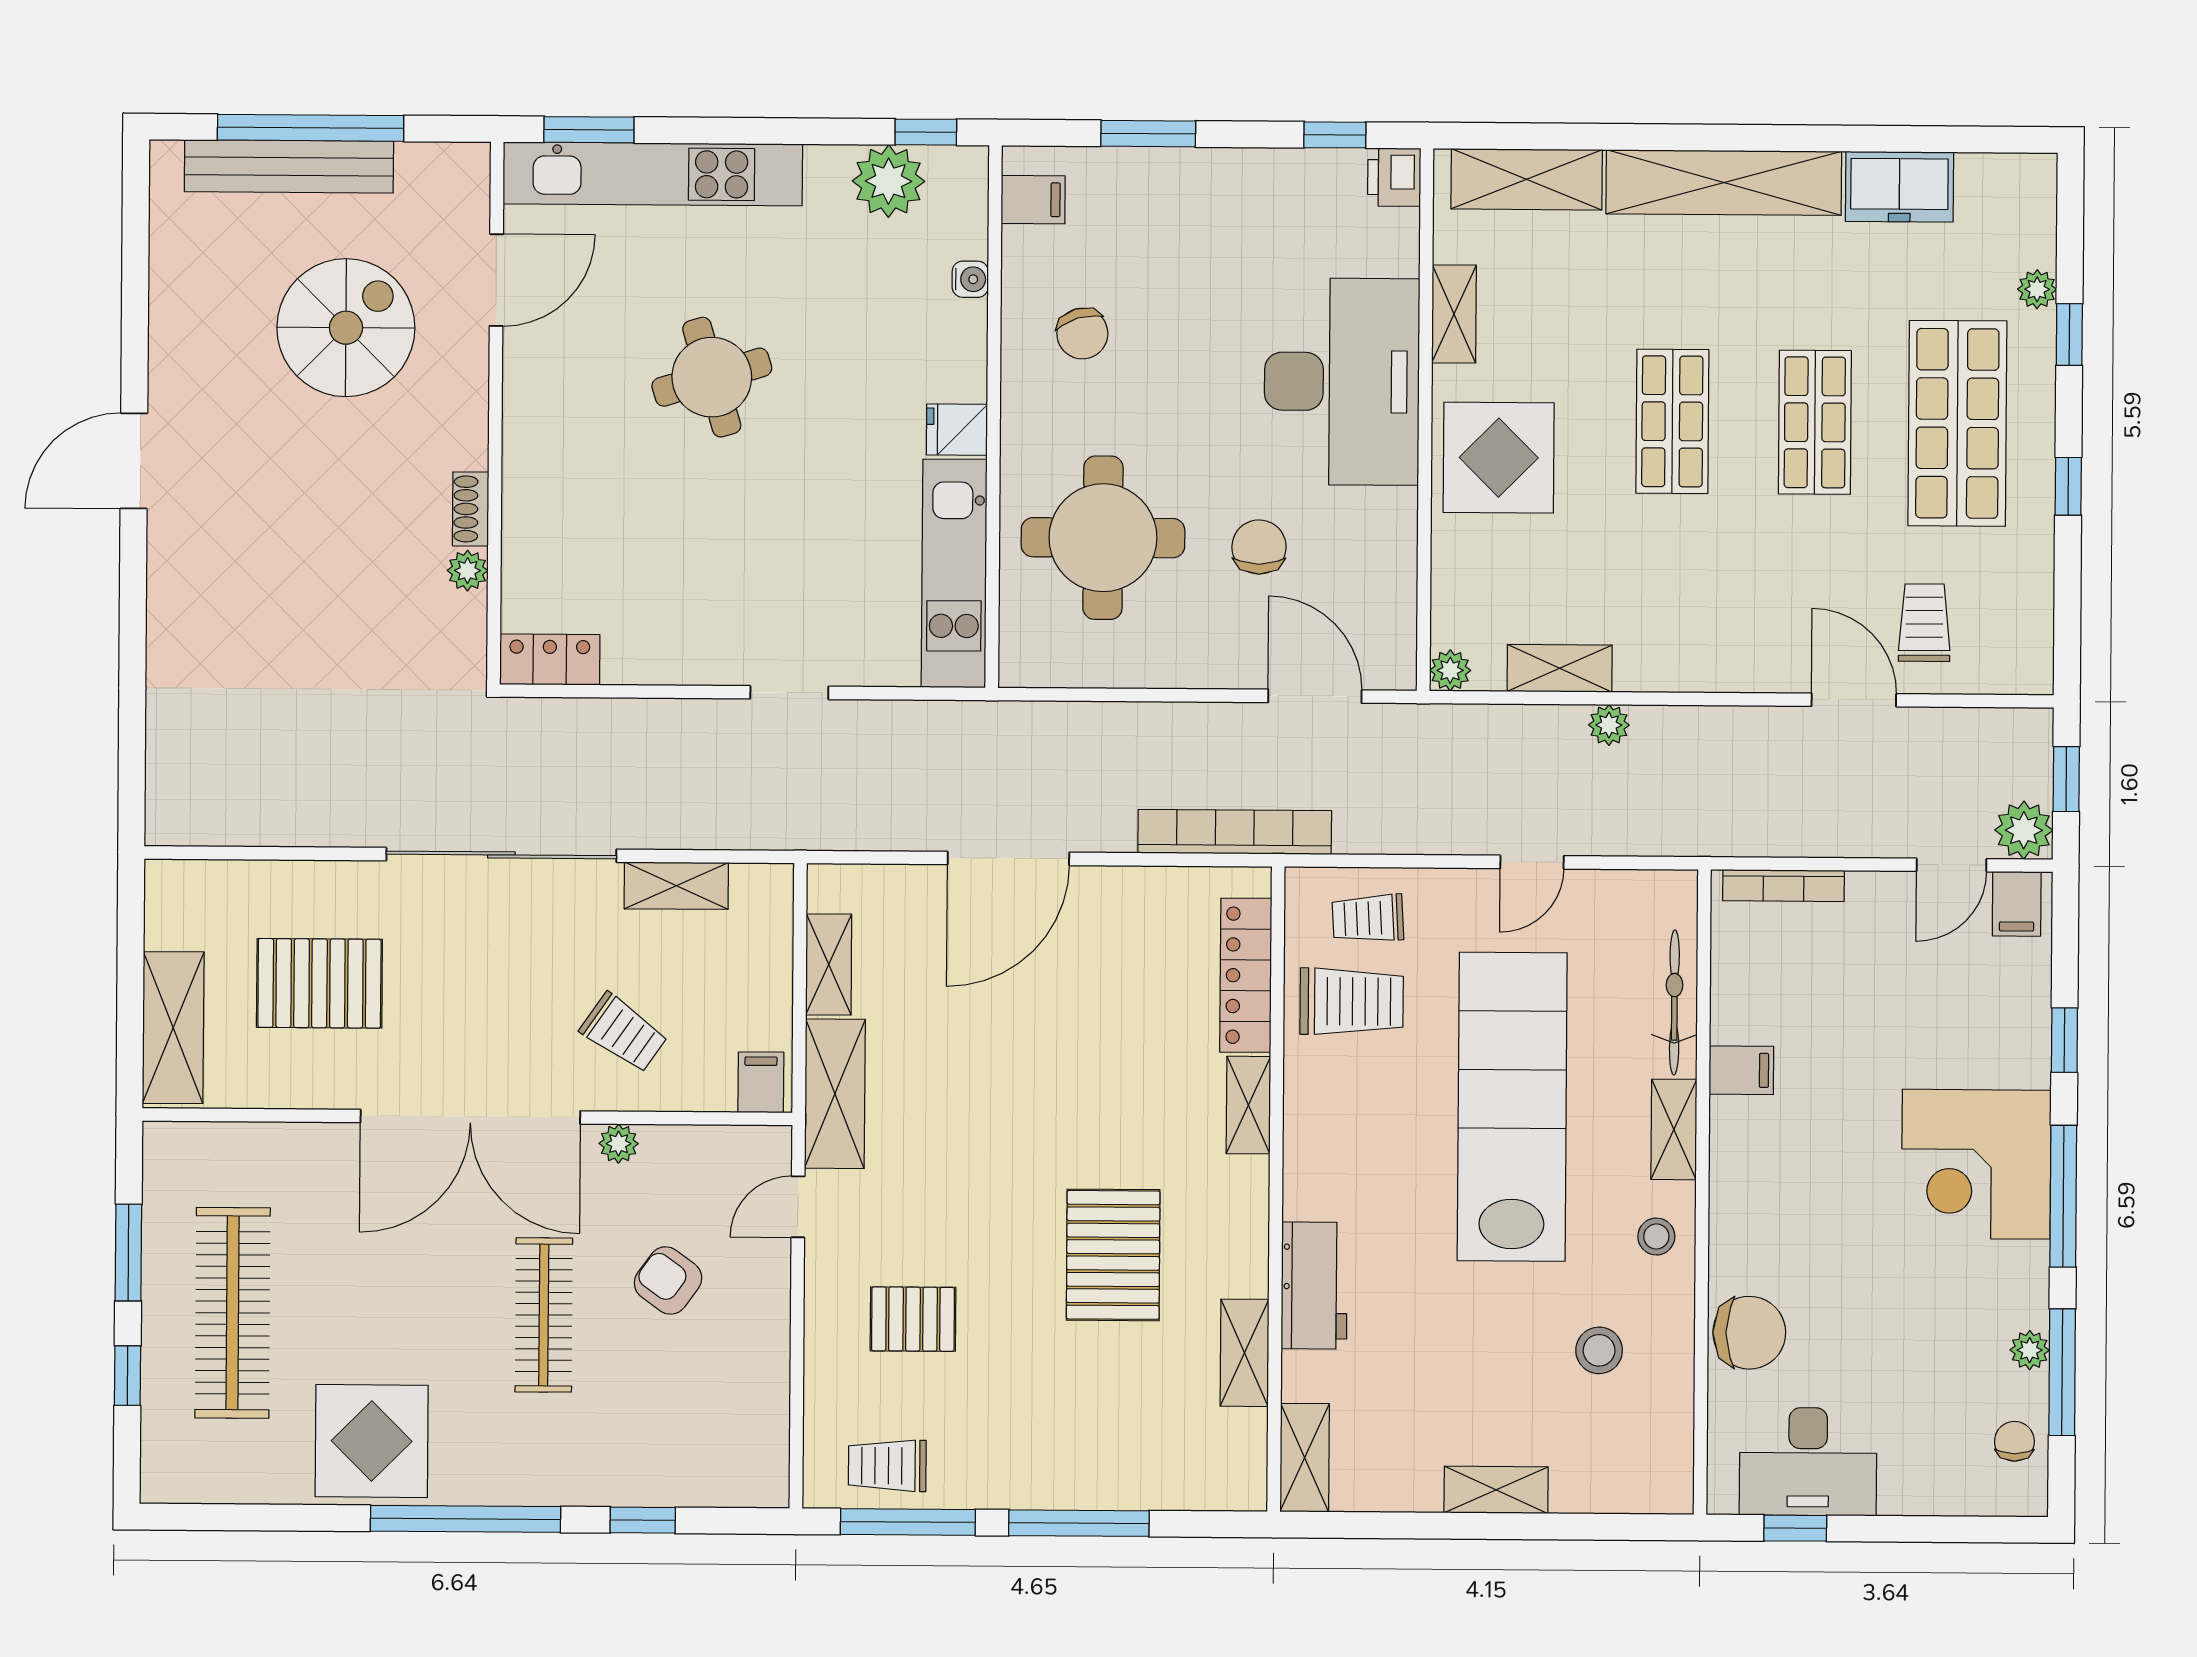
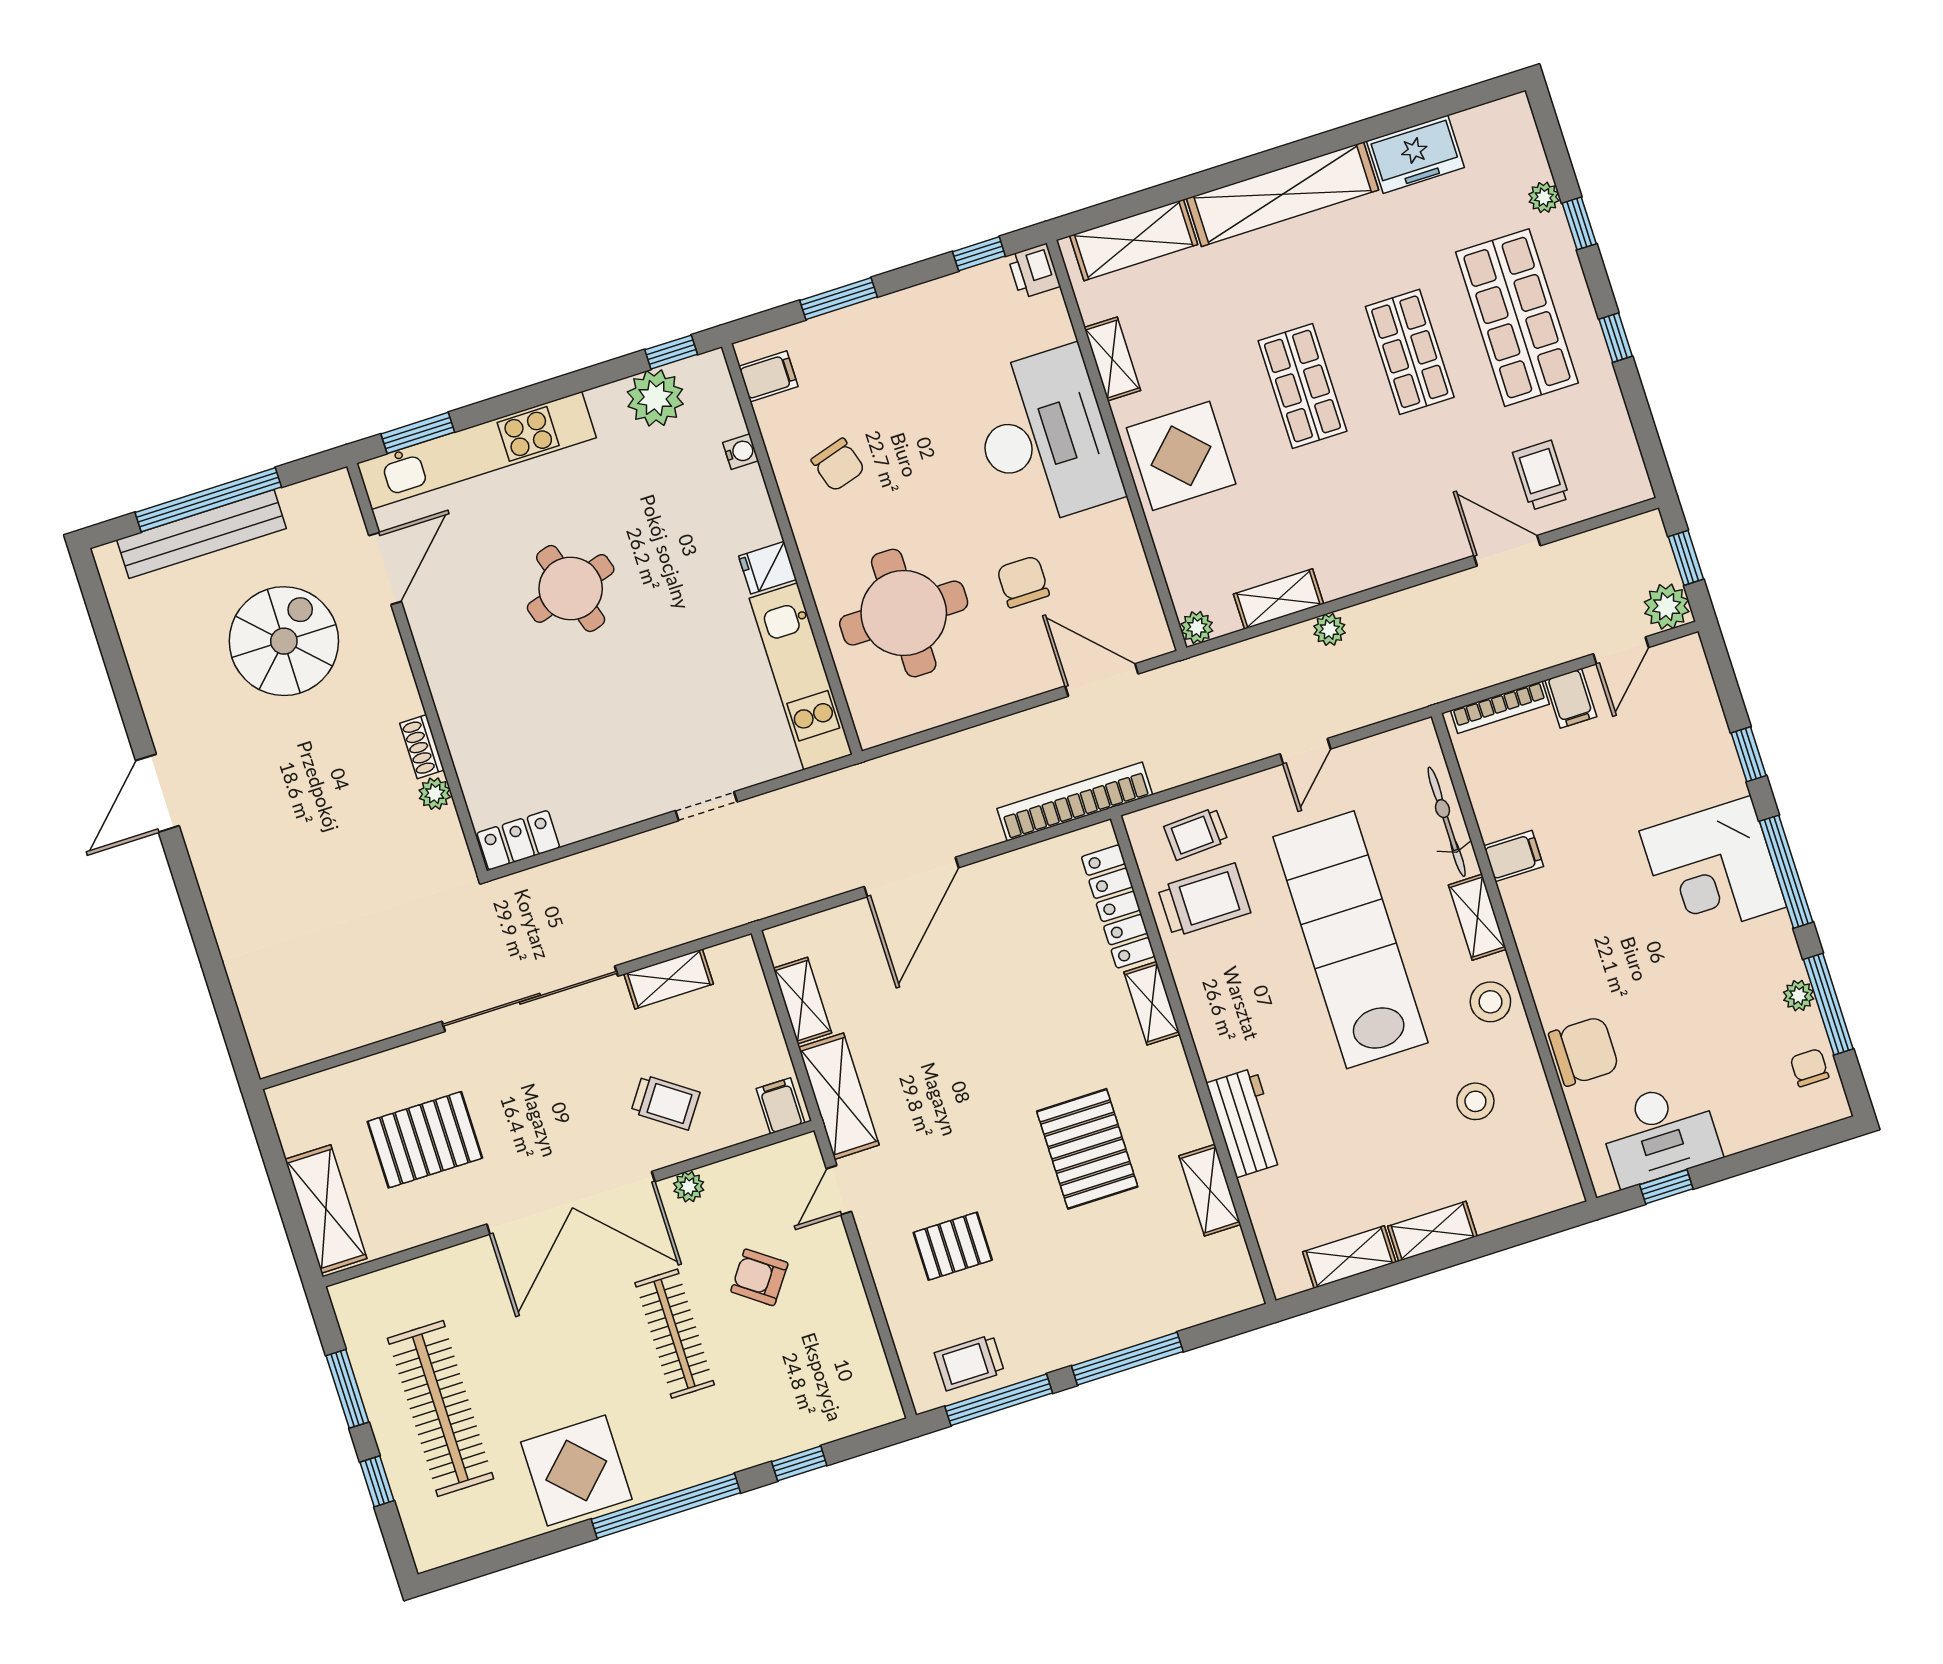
filing cabinet: (2017, 904) -> (1571, 698), moved
stool: (1656, 1236) -> (1490, 1002), width x1.37, depth x1.37
shelving: (1305, 1458) -> (1349, 1257), moved, turned 90

